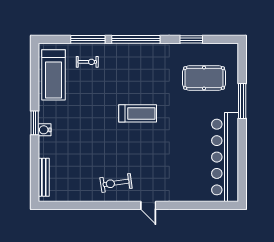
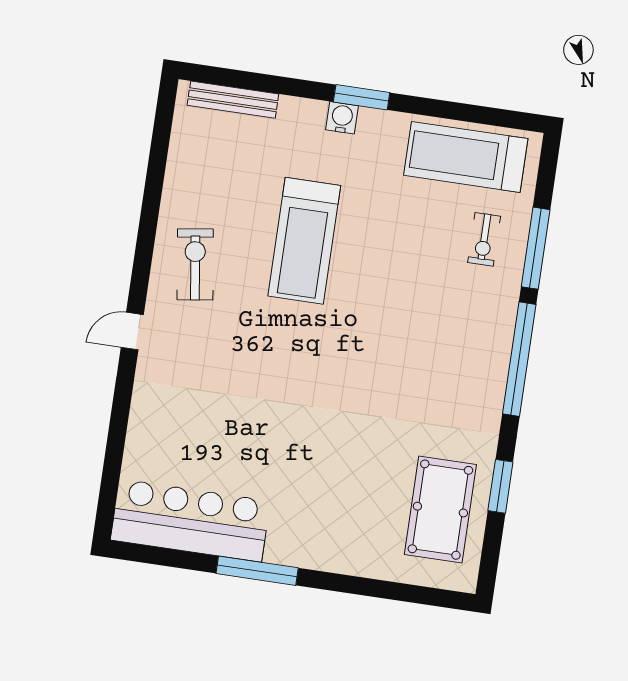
pool table: (204, 78) -> (440, 510), moved
window: (242, 101) -> (257, 571), moved
treadmill: (138, 113) -> (304, 241), moved, width x1.37, depth x1.38
bar counter: (225, 157) -> (190, 521), width x0.73

